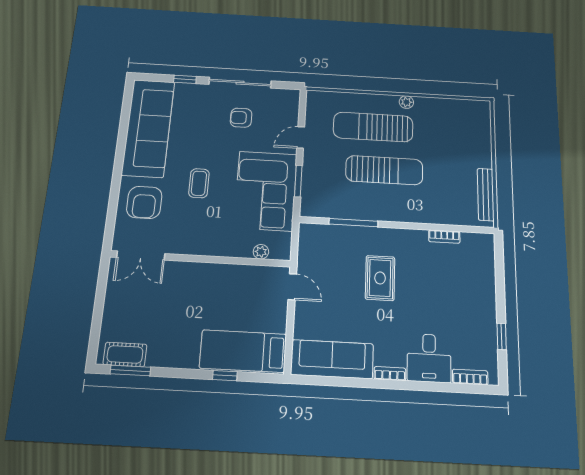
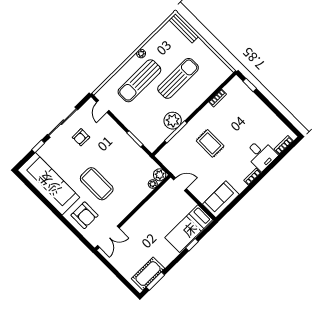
door: (301, 137) -> (103, 106), moved
sun lounger: (384, 170) -> (178, 78), moved
coffee table: (199, 183) -> (97, 184), width x1.86, depth x1.72
corner sofa: (266, 191) -> (127, 157), removed
bench: (486, 194) -> (184, 28), moved
plant: (364, 207) -> (173, 121), added
plant: (281, 250) -> (160, 175), added
window: (502, 336) -> (250, 85), moved
cot: (125, 354) -> (148, 274), width x1.37, depth x1.34
sofa: (332, 359) -> (221, 199), width x0.73

